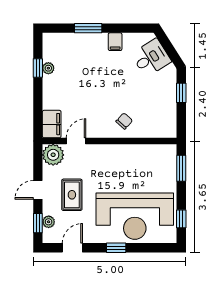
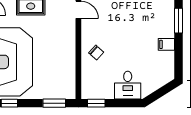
desk: (151, 58) -> (128, 85), moved, turned 32
window: (181, 93) -> (96, 103), moved

